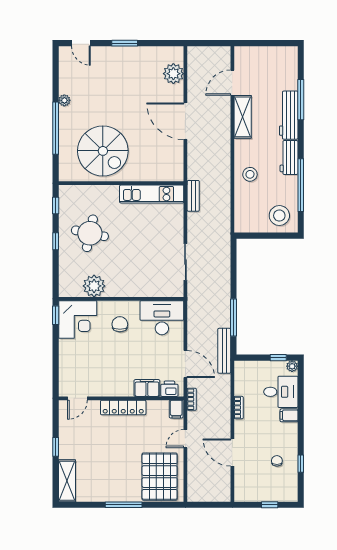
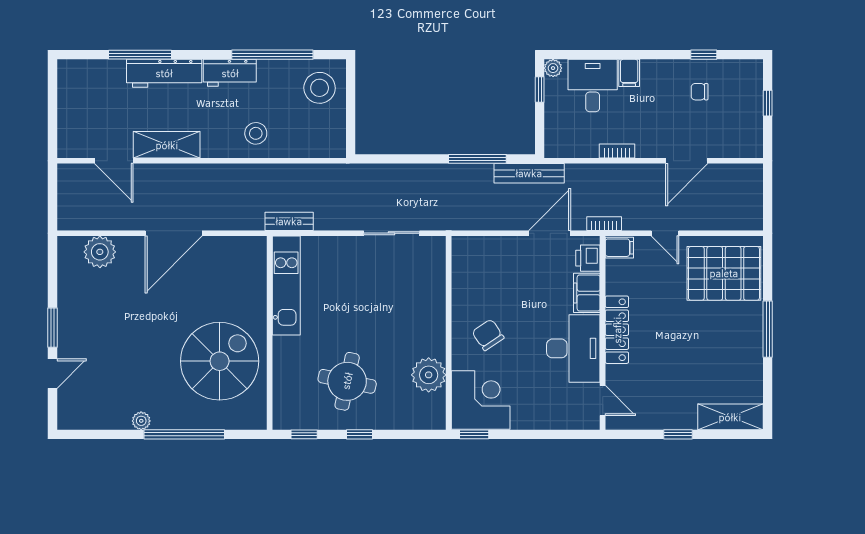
door: (81, 43) -> (52, 374), moved
desk: (162, 318) -> (573, 348), moved, turned 180
chair: (120, 324) -> (488, 335), turned 56

